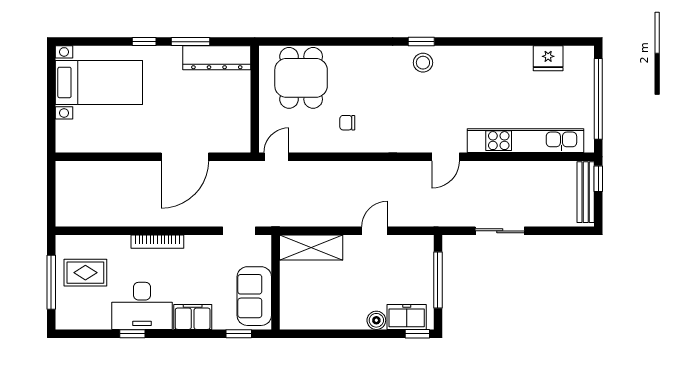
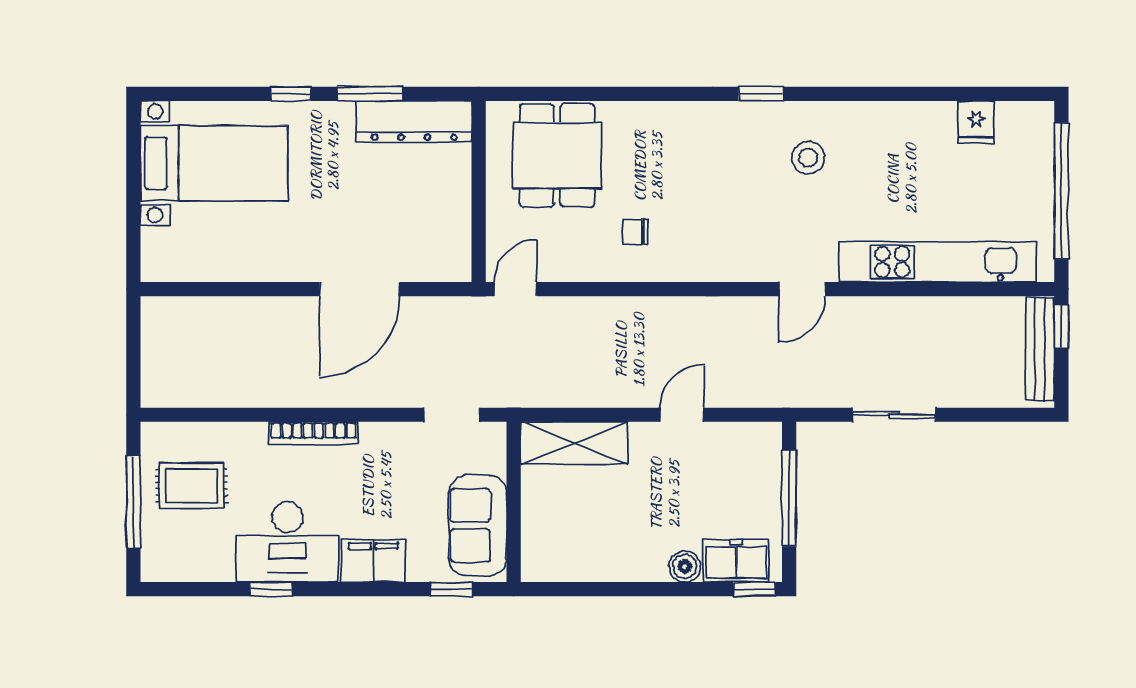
fridge: (548, 58) -> (976, 122), width x0.72
stool: (423, 63) -> (808, 158), moved

